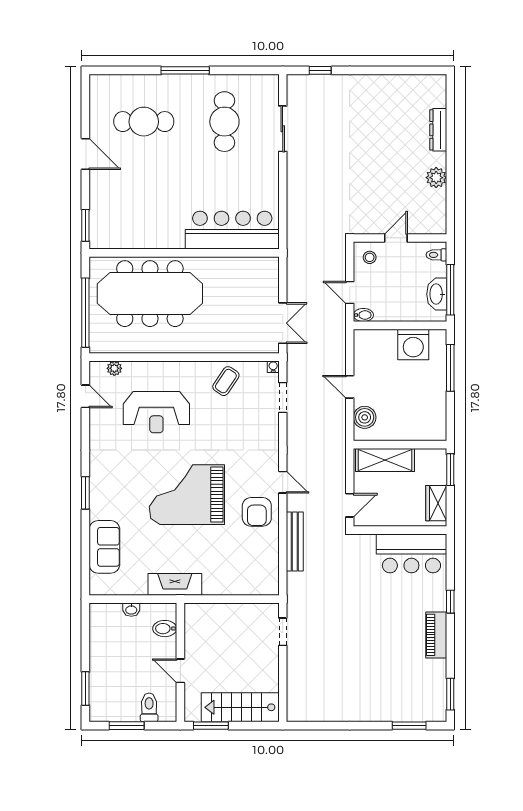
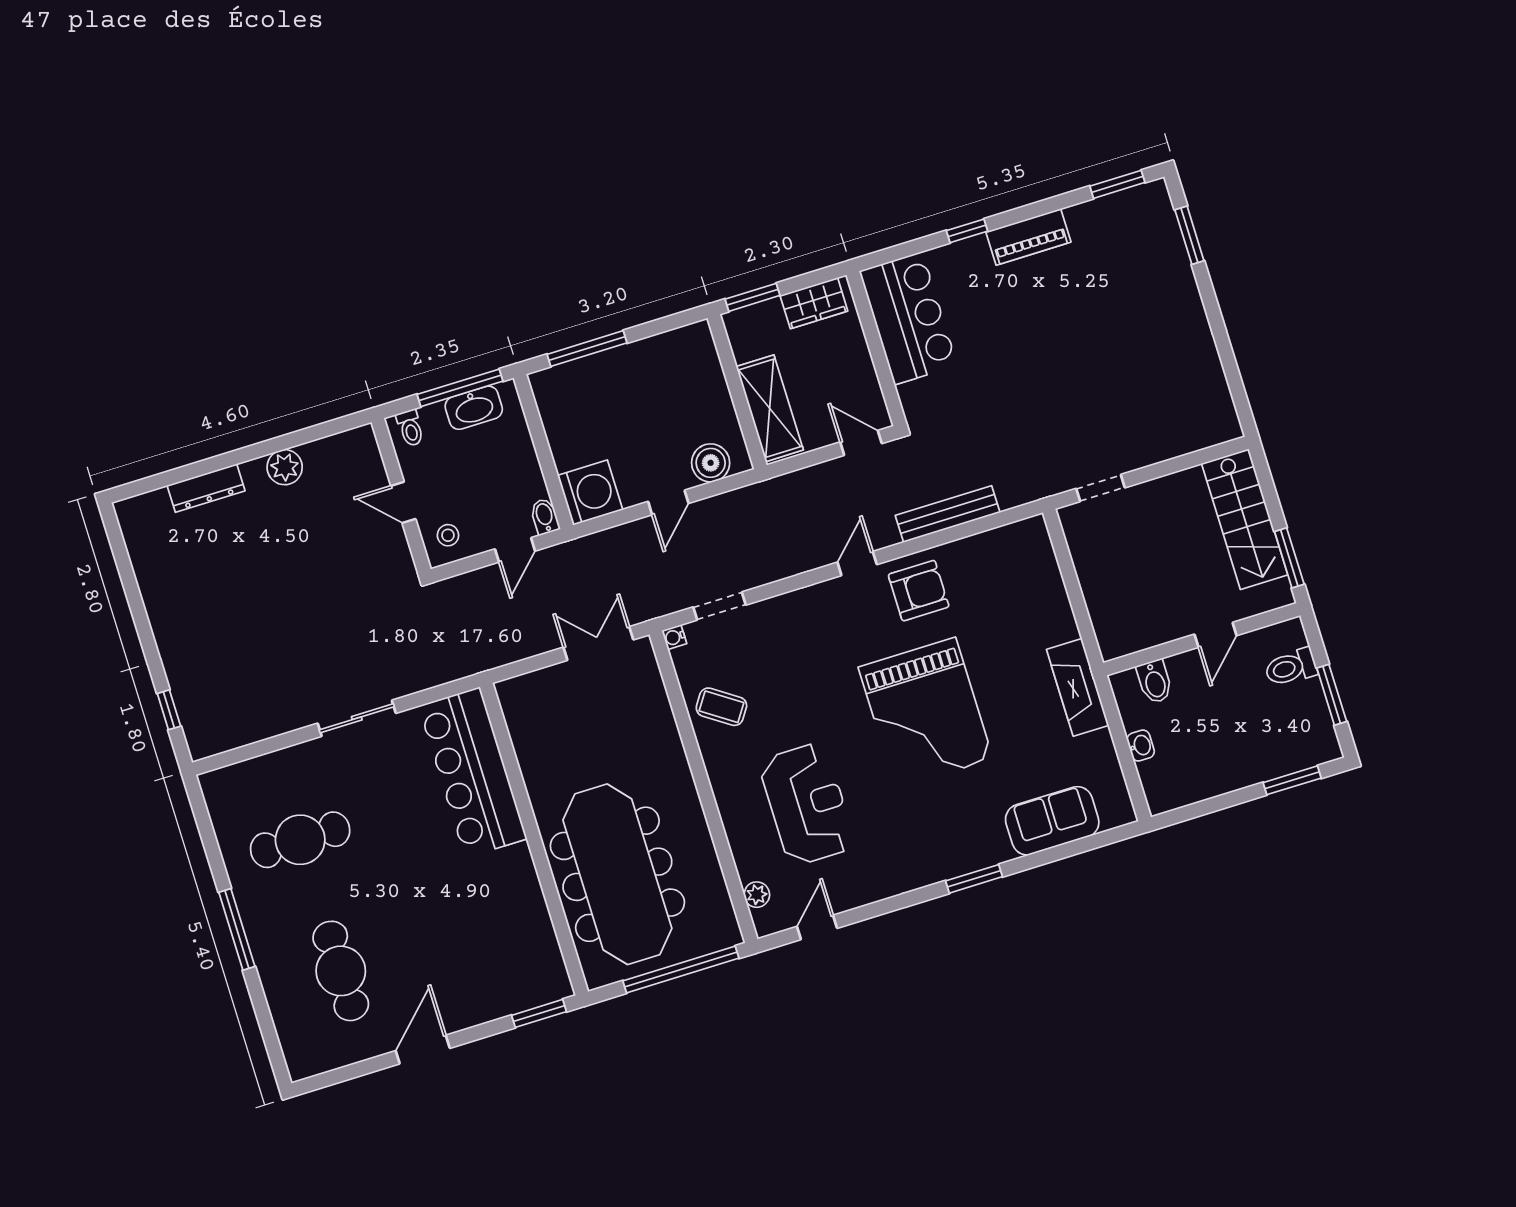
sliding door: (283, 129) -> (357, 718), moved
washing machine: (413, 345) -> (590, 493), moved

